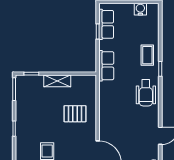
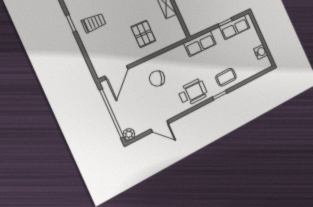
wheelchair: (146, 93) -> (193, 92), turned 180
chair: (119, 119) -> (157, 78), added

